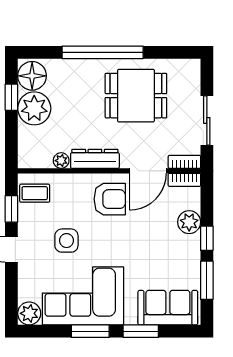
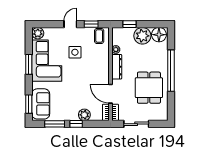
window: (11, 97) -> (130, 24), moved
armchair: (110, 199) -> (96, 74), removed
window: (141, 331) -> (29, 104), moved

